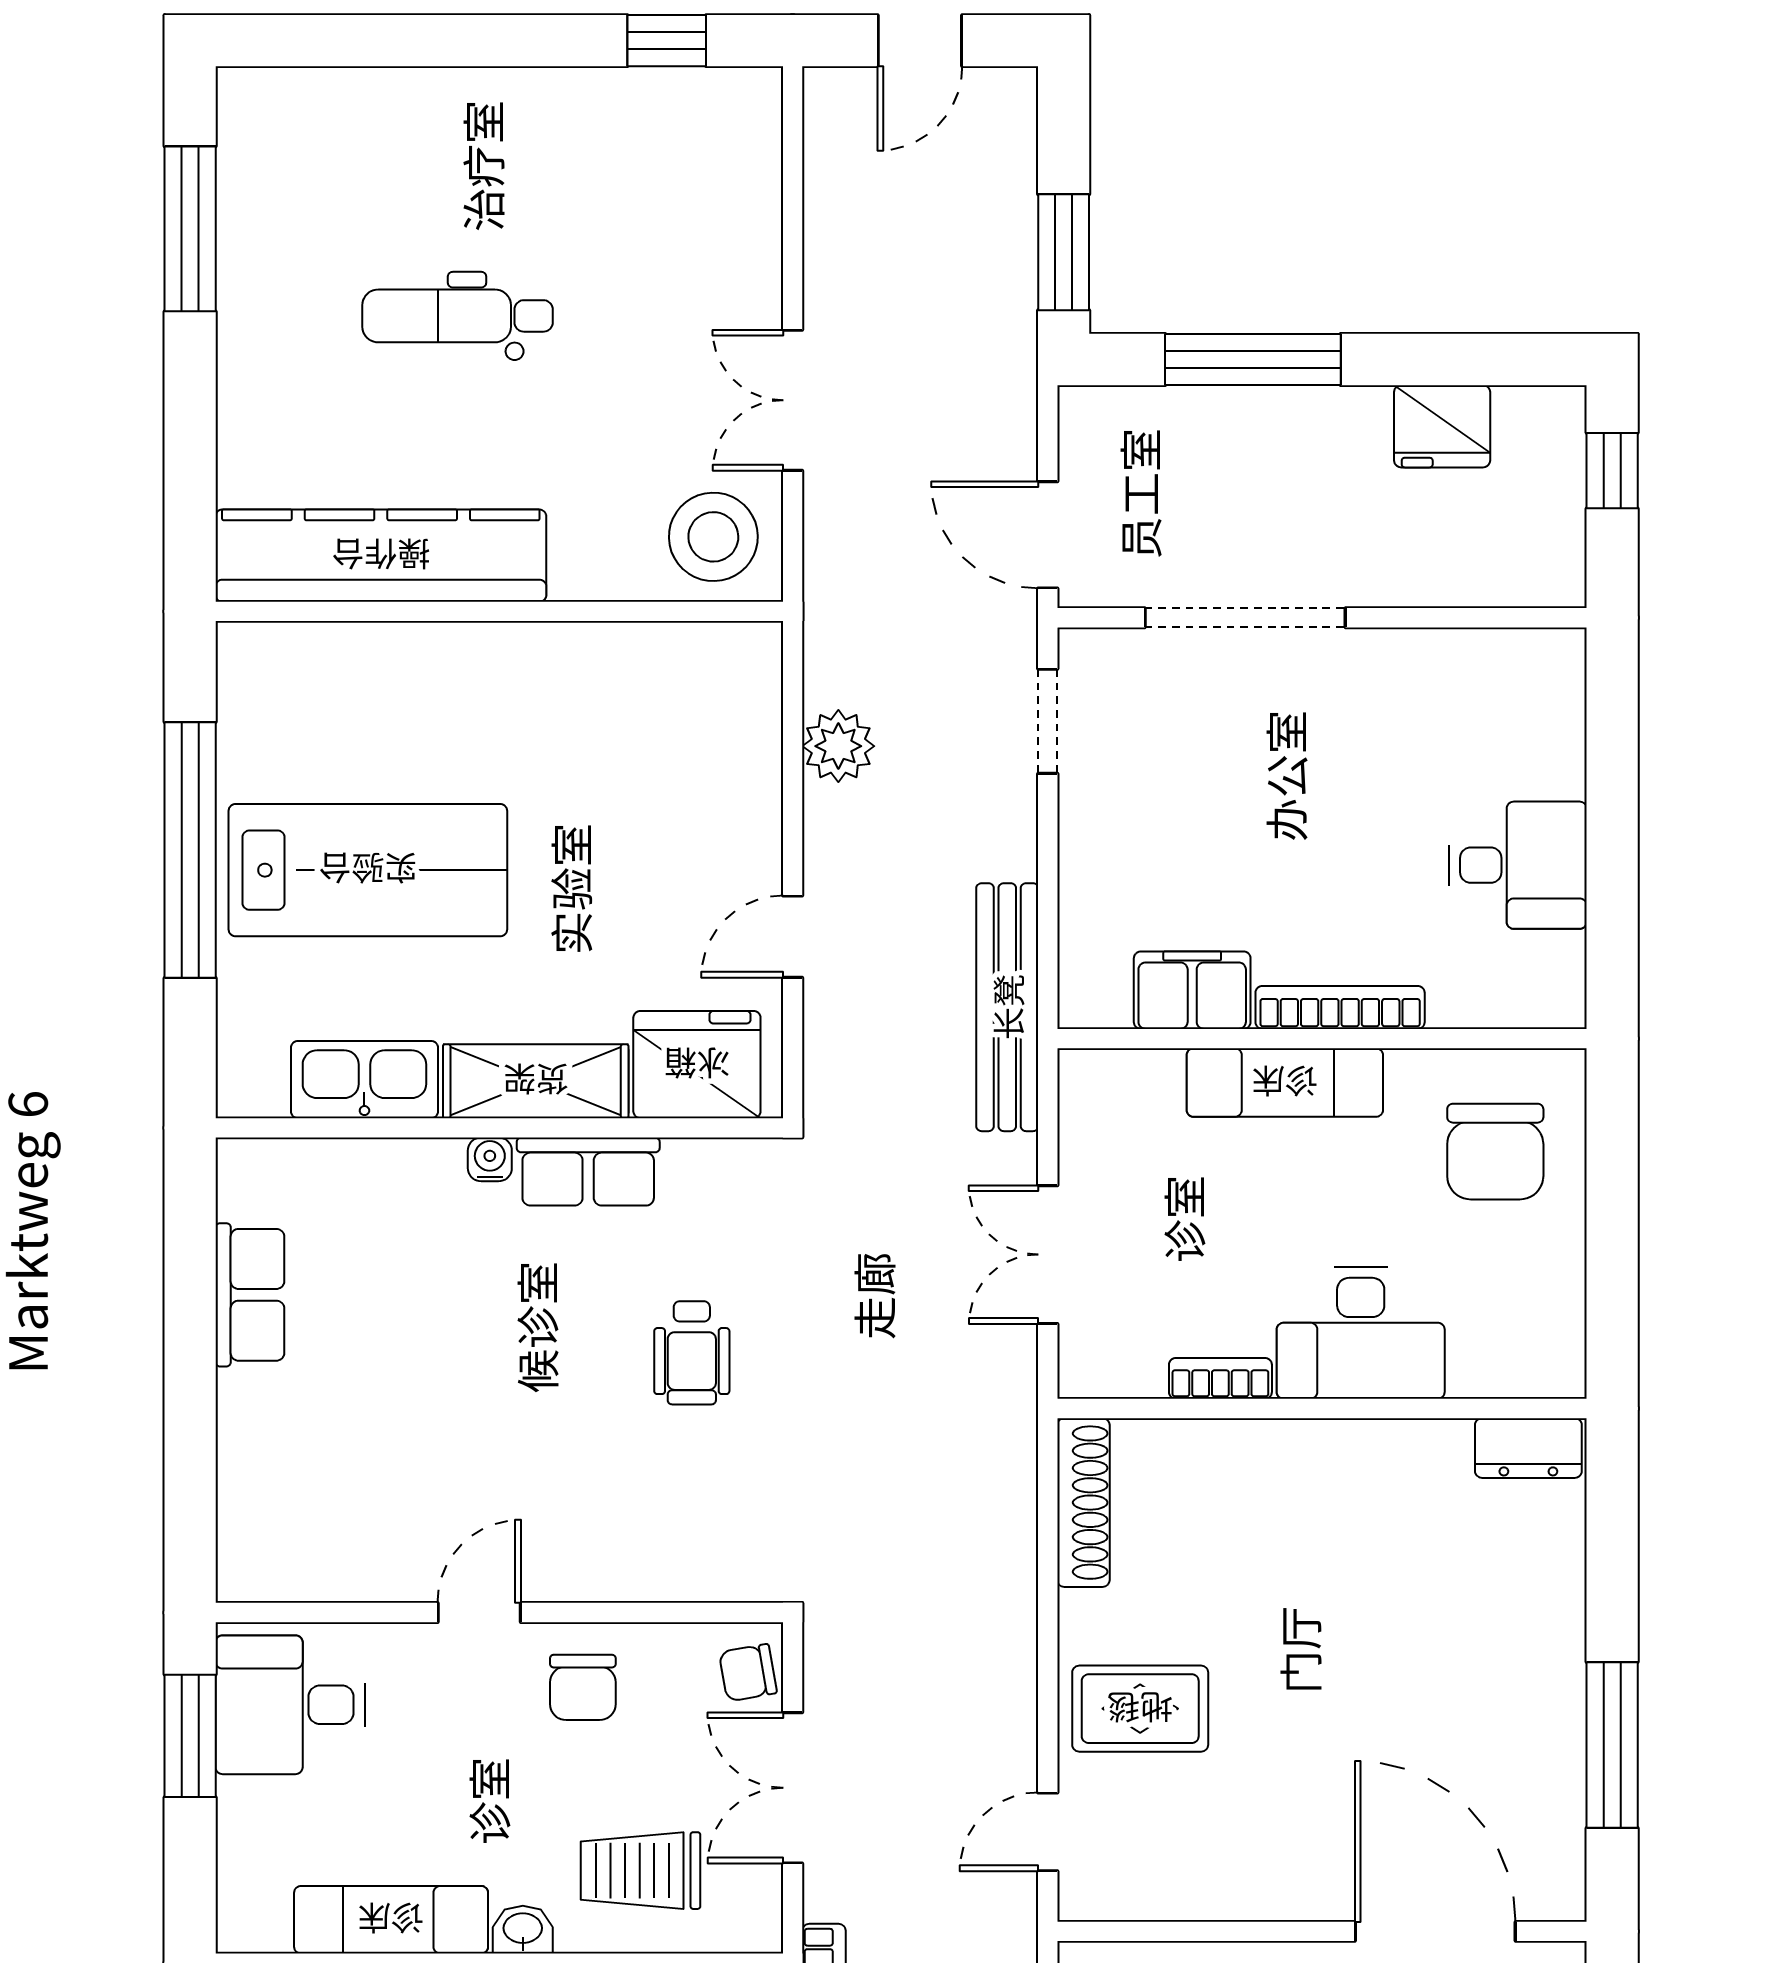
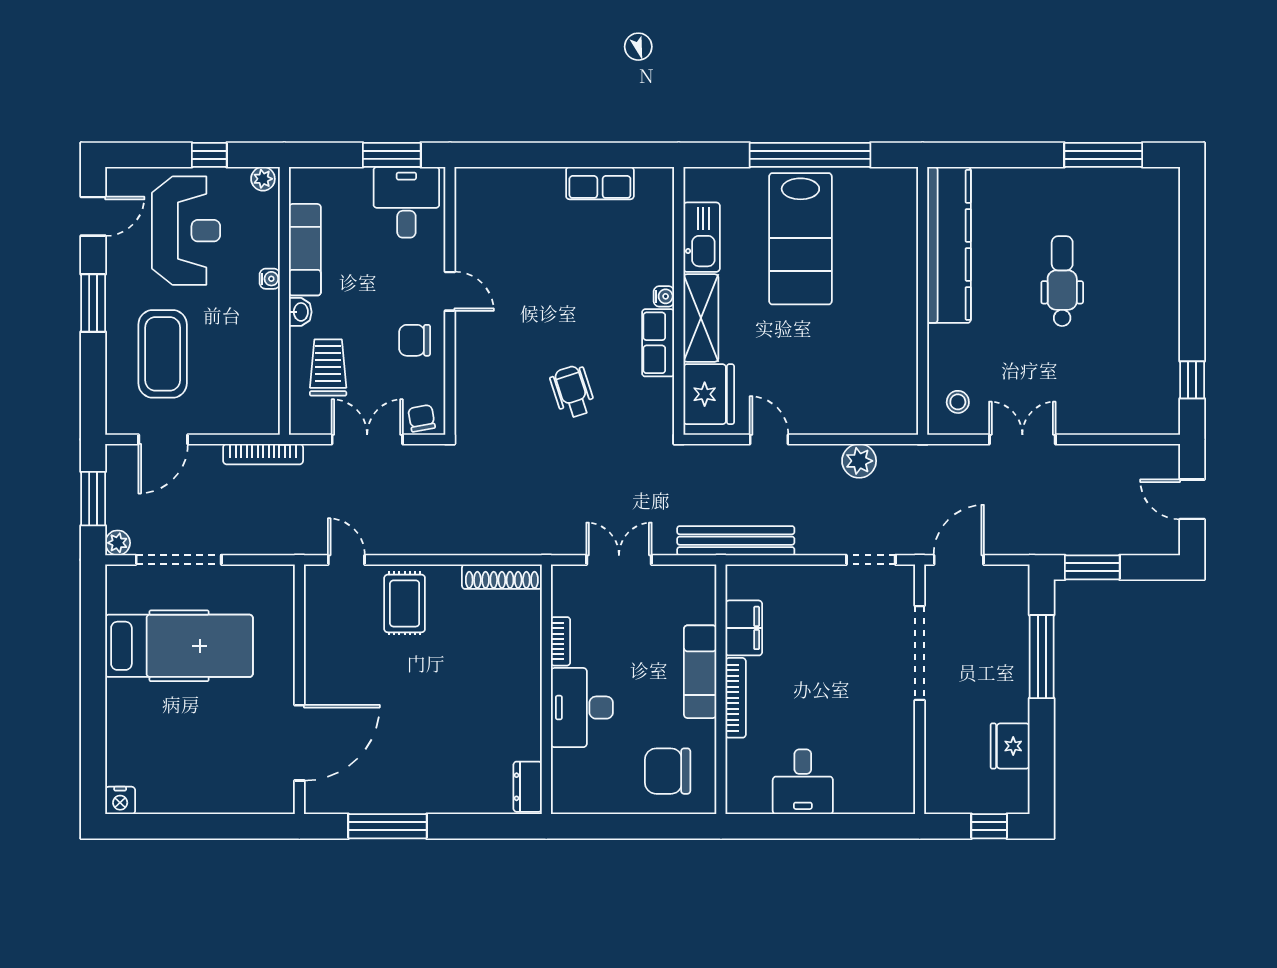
stool: (713, 537) -> (958, 402), width x0.53, depth x0.53
wheelchair: (692, 1353) -> (573, 392), turned 72

